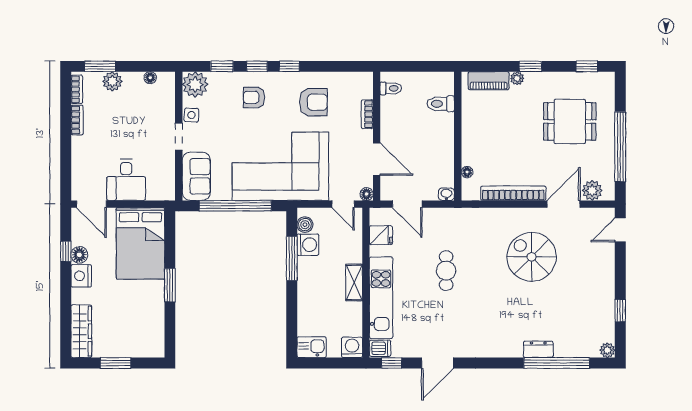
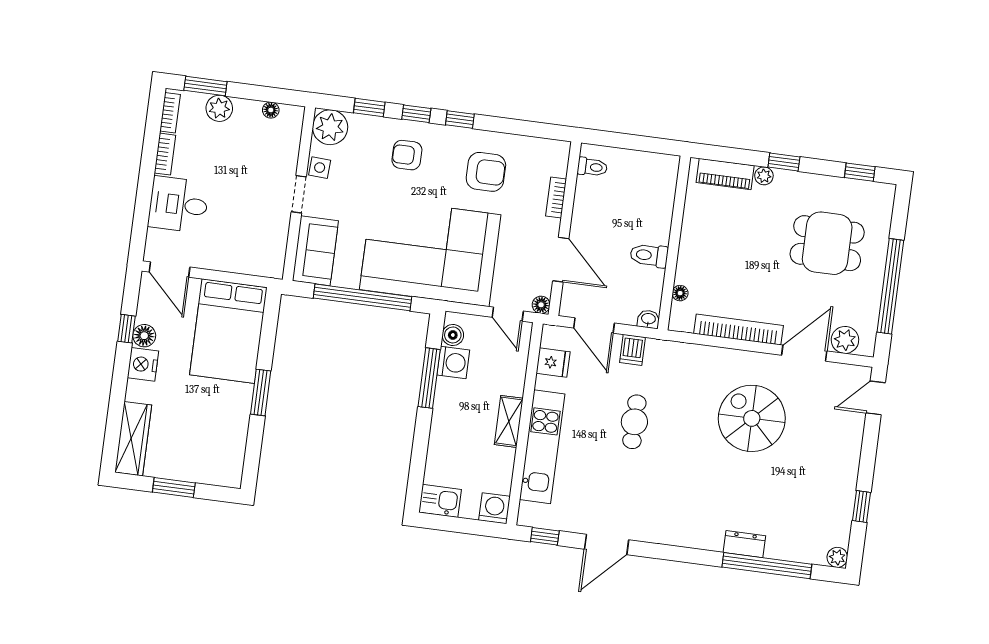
toilet: (441, 104) -> (649, 255), moved
desk: (126, 180) -> (178, 205), moved, turned 90
dishwasher: (380, 348) -> (632, 350), moved, turned 90

